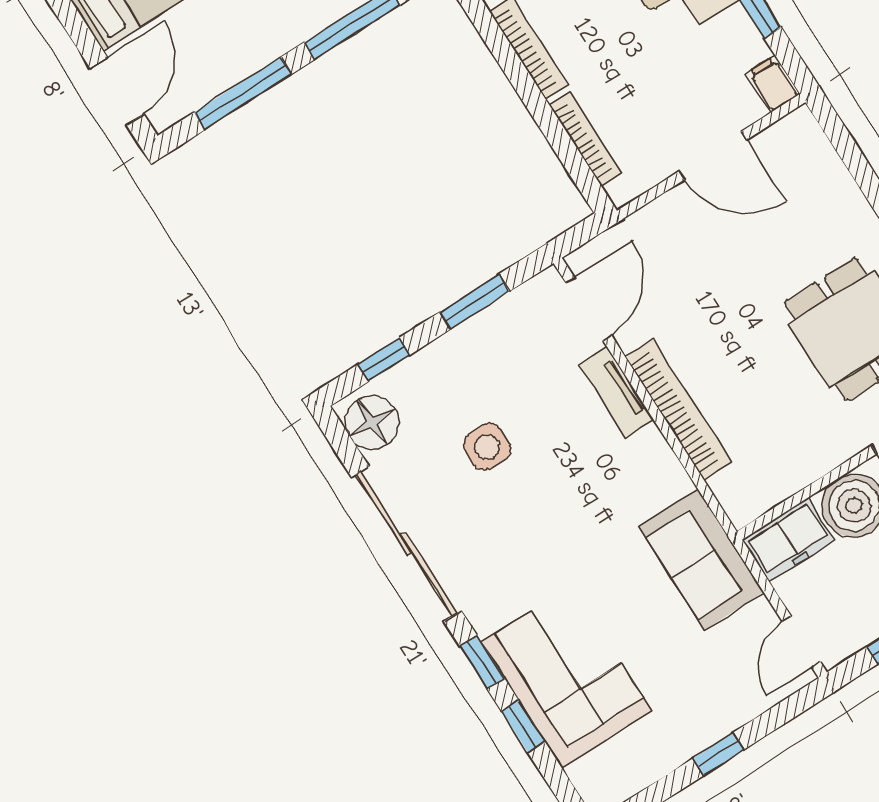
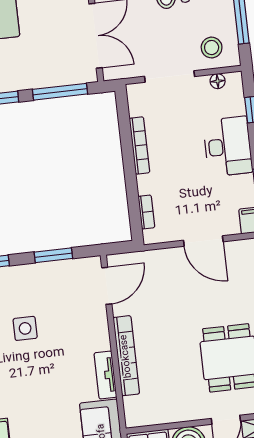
bookcase: (585, 139) -> (146, 212), width x0.64
tv unit: (616, 392) -> (105, 375), moved

